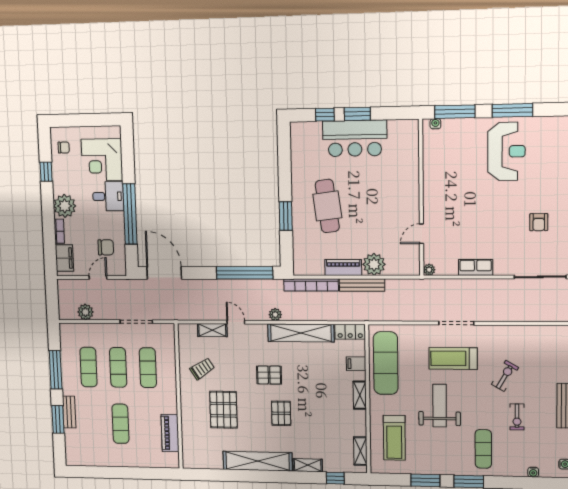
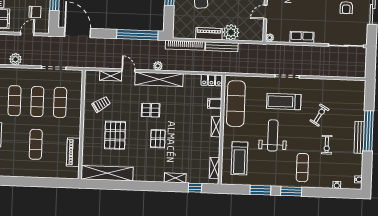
shelving: (301, 333) -> (159, 79), moved
shelving: (258, 461) -> (107, 173), moved

